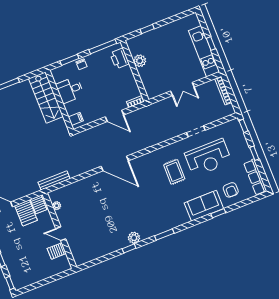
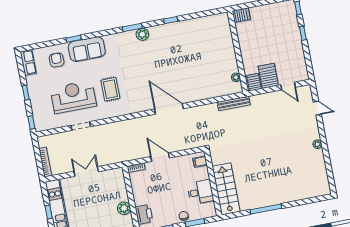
row of seats: (255, 177) -> (28, 62), width x0.68
door: (61, 234) -> (237, 48), removed
plant: (134, 238) -> (142, 34), moved
server rack: (57, 251) -> (241, 15), moved

